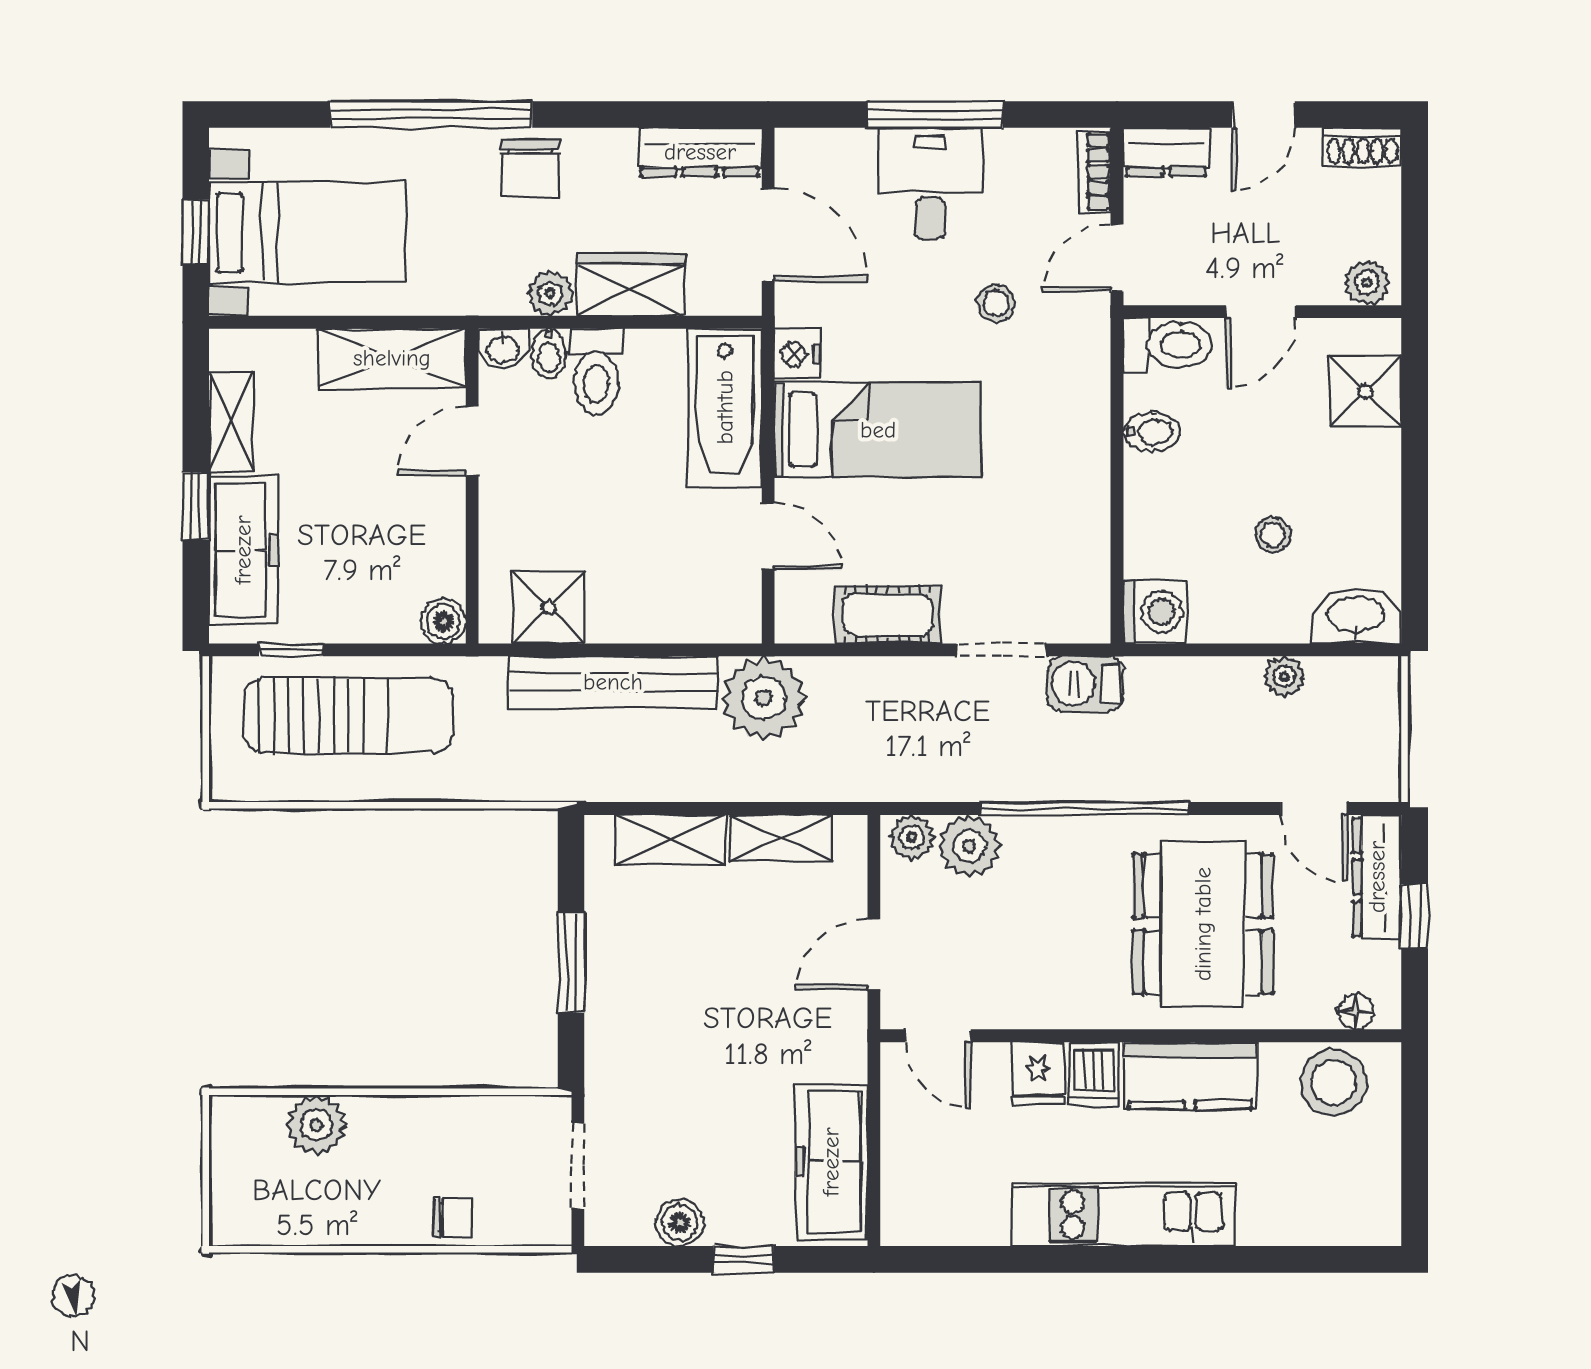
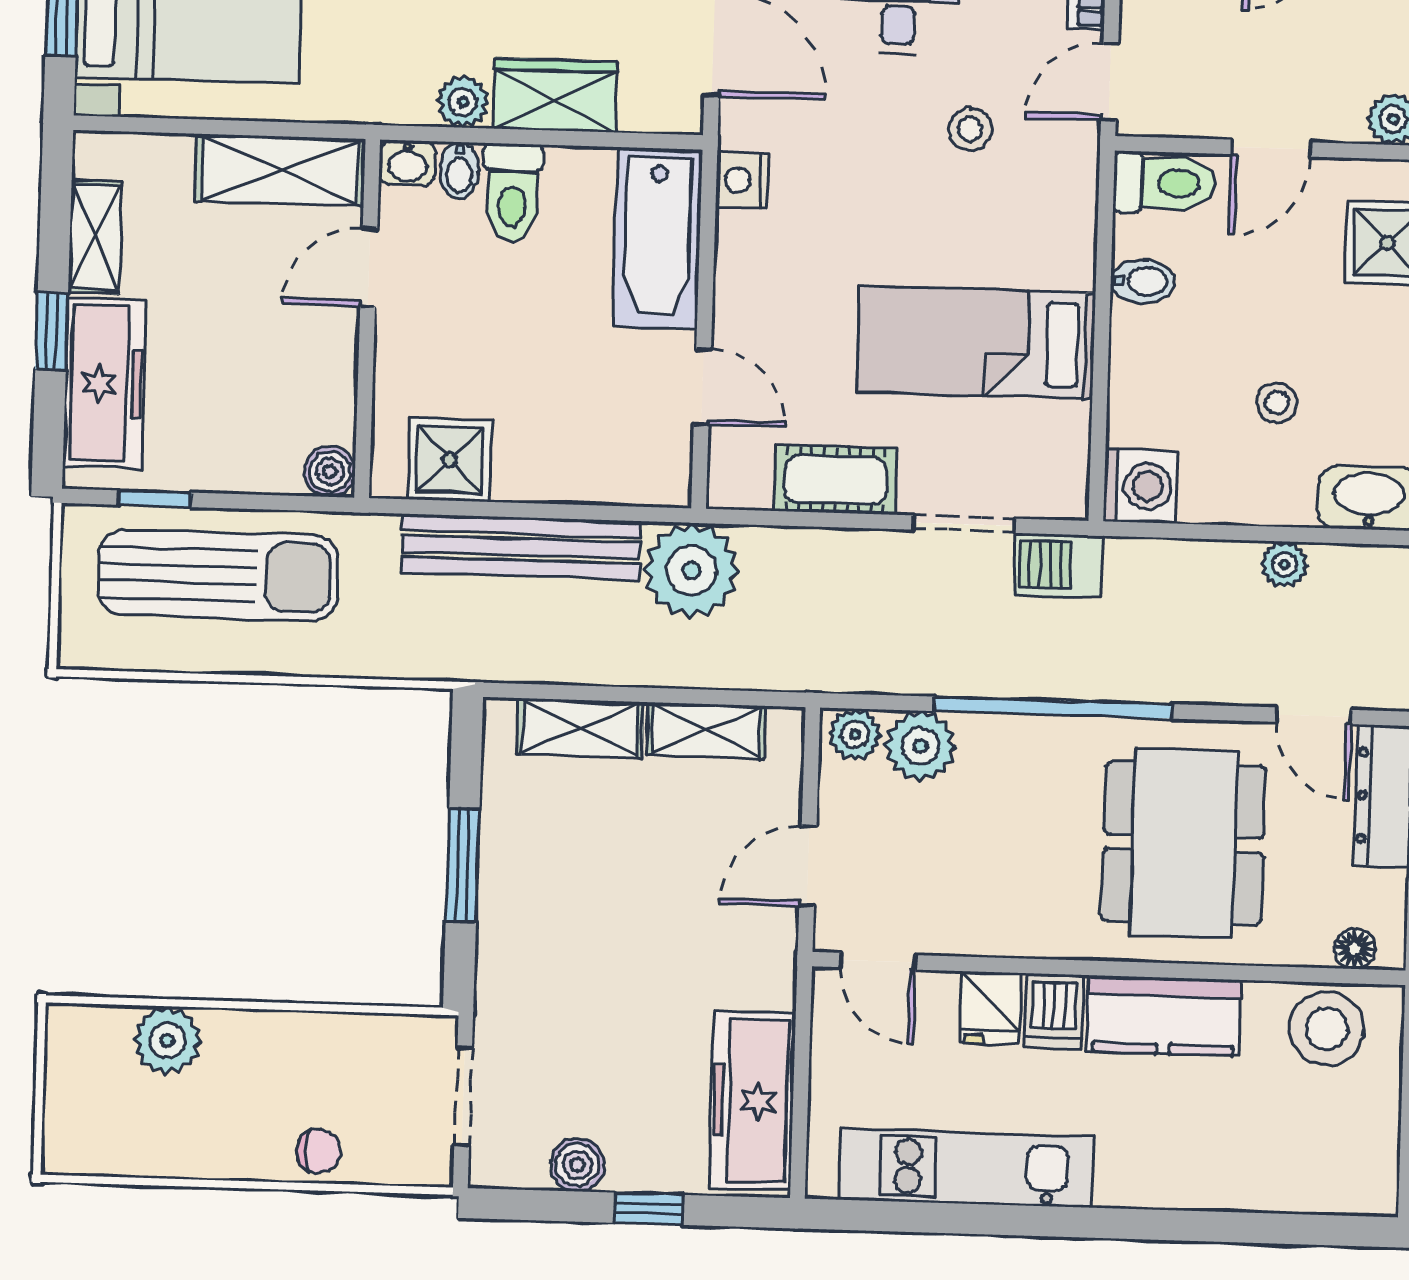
bed: (878, 430) -> (976, 342), moved, turned 180
kitchen unit: (1124, 1215) -> (966, 1168), moved

